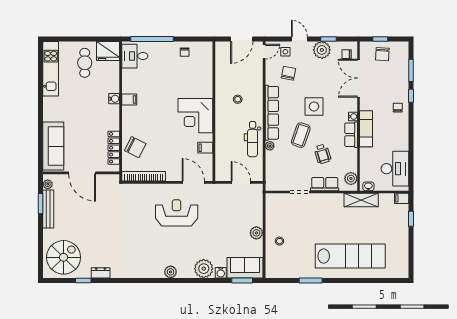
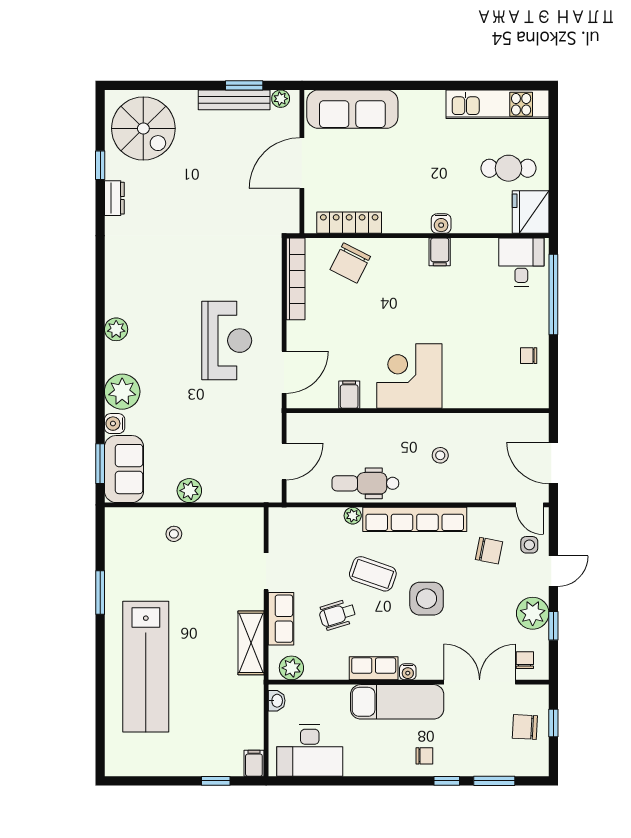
exam couch: (366, 129) -> (397, 702), width x1.36, depth x1.45
shelving: (361, 200) -> (251, 643), moved

